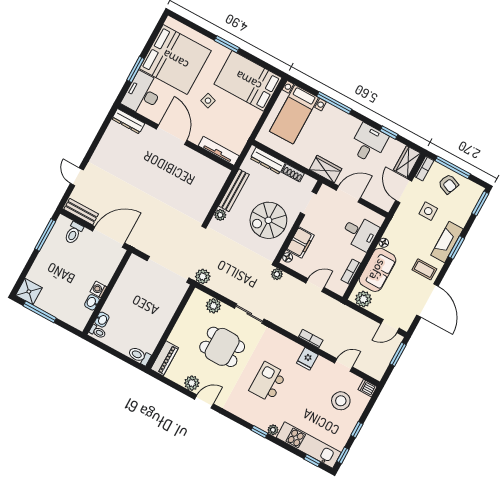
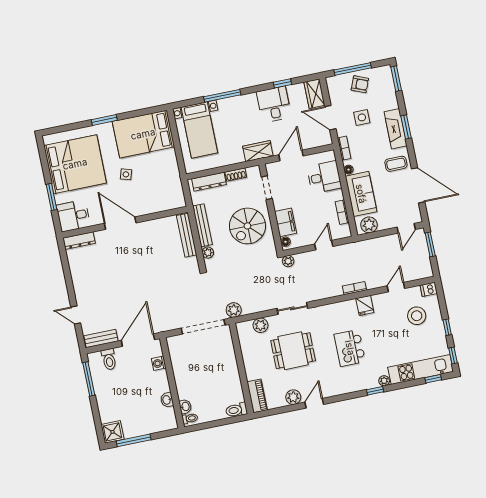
desk: (143, 94) -> (73, 216), width x0.73
tv unit: (219, 151) -> (166, 205), removed
bookcase: (424, 169) -> (344, 148), moved
bench: (215, 188) -> (187, 235), added
washing machine: (98, 289) -> (159, 363), moved

